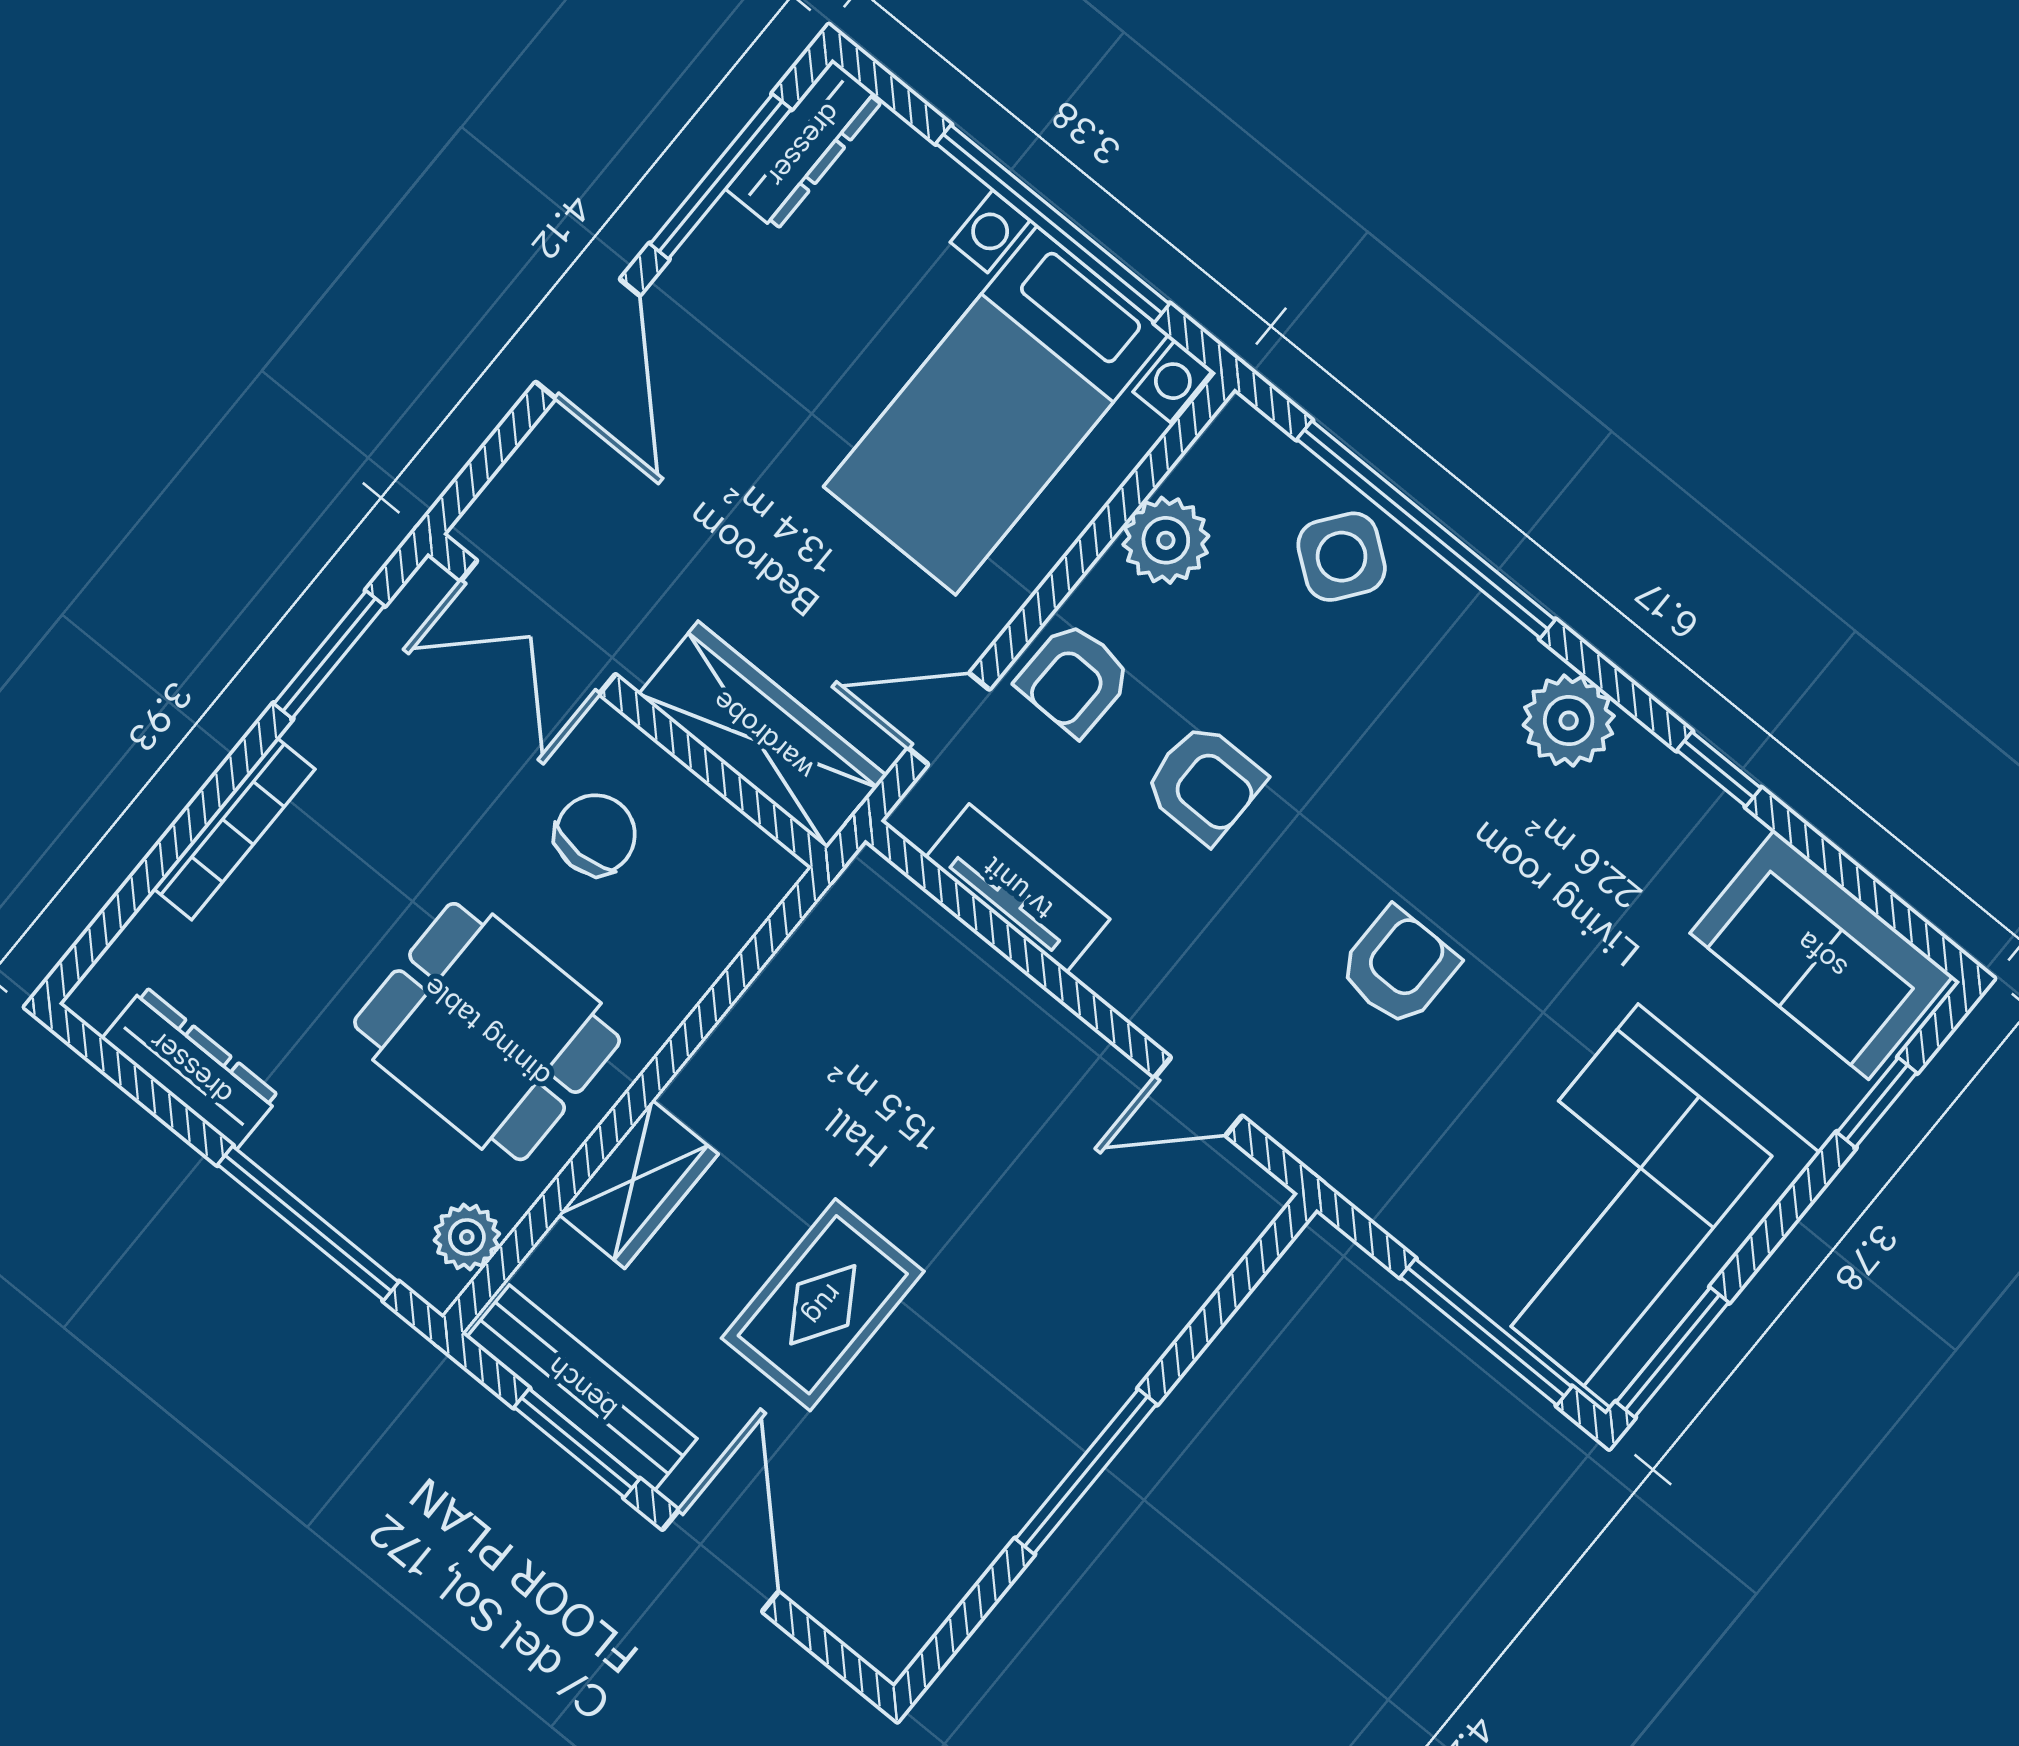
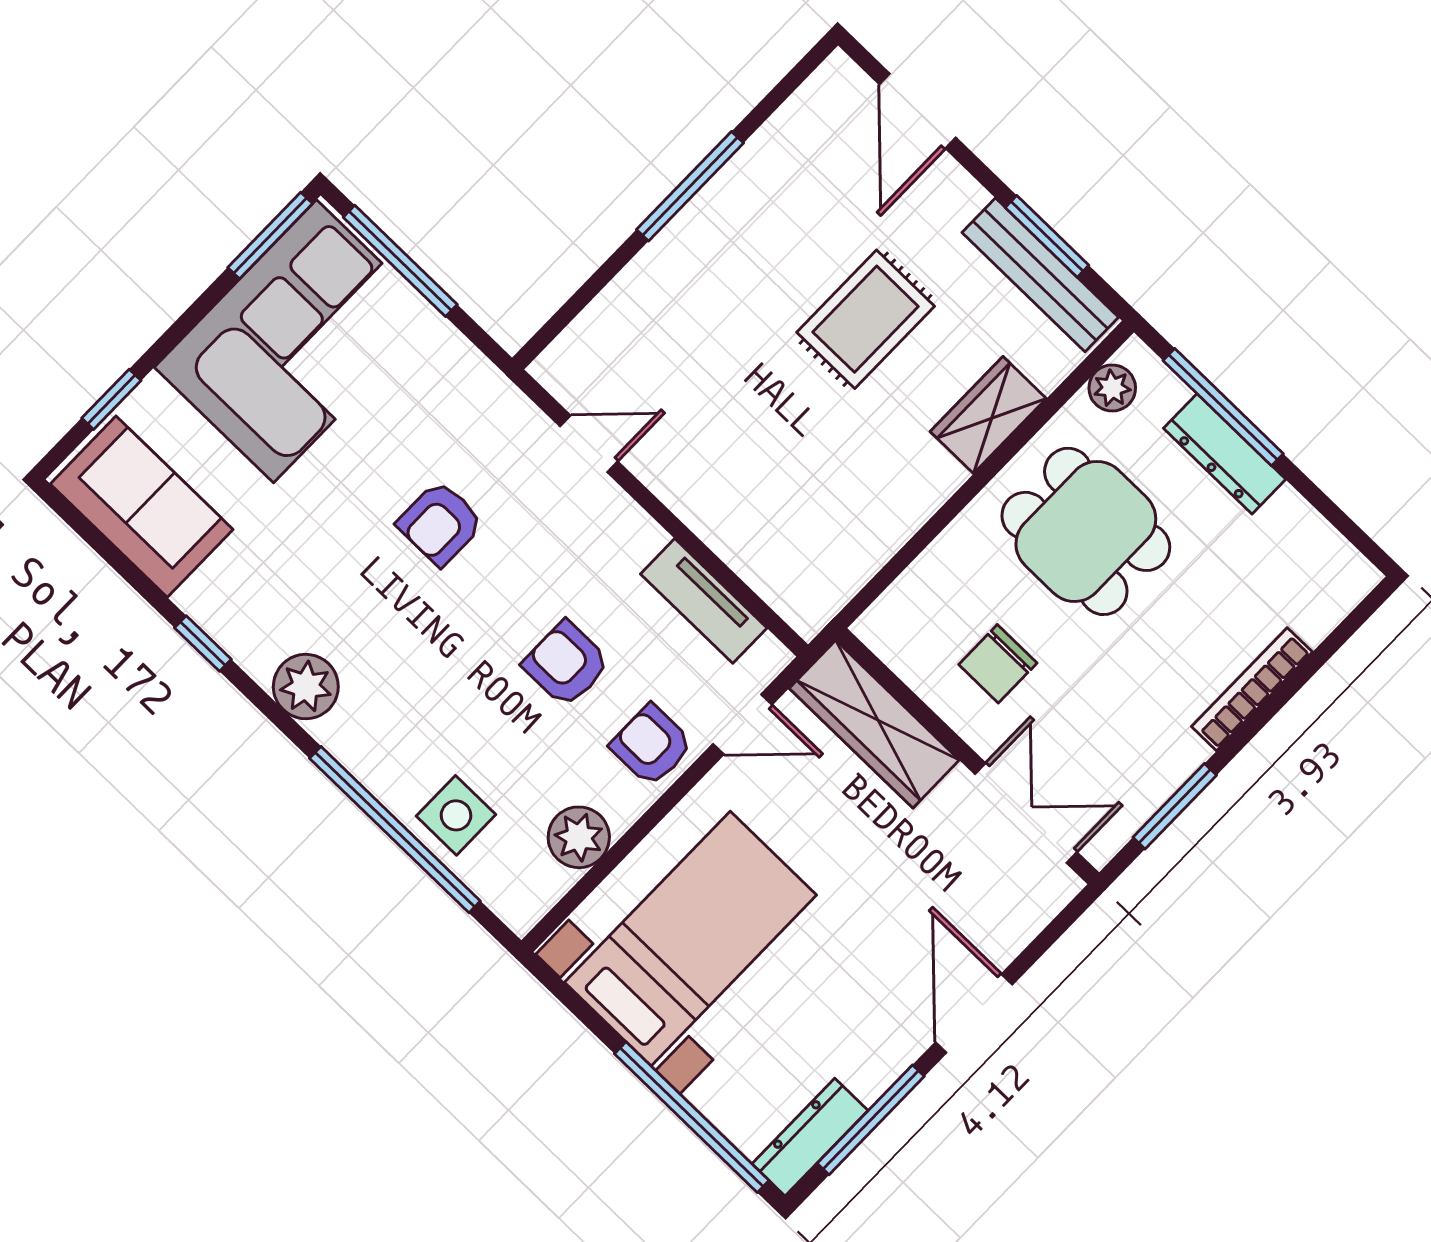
window: (1053, 224) -> (692, 1117), moved
side table: (1342, 557) -> (456, 815), turned -37
armchair: (1074, 679) -> (651, 745), turned -91
dresser: (191, 1068) -> (1225, 454), moved
door: (720, 1561) -> (918, 111), moved

